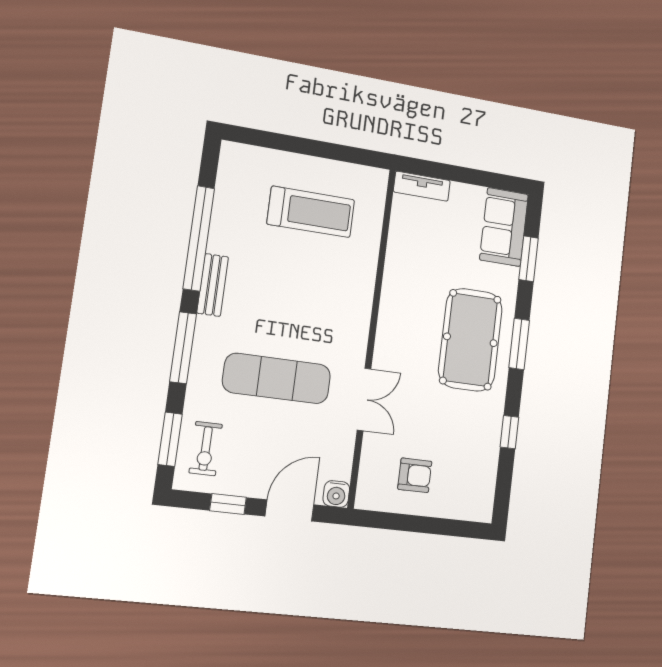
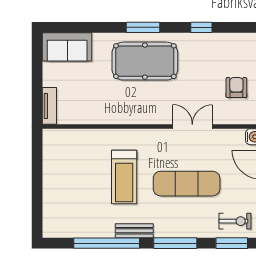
treadmill: (311, 212) -> (124, 177), moved, turned 180
window: (529, 259) -> (85, 27), removed
exercise mat: (277, 378) -> (187, 184), turned 90

